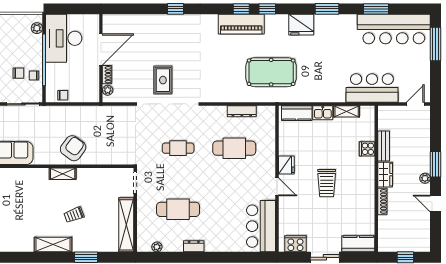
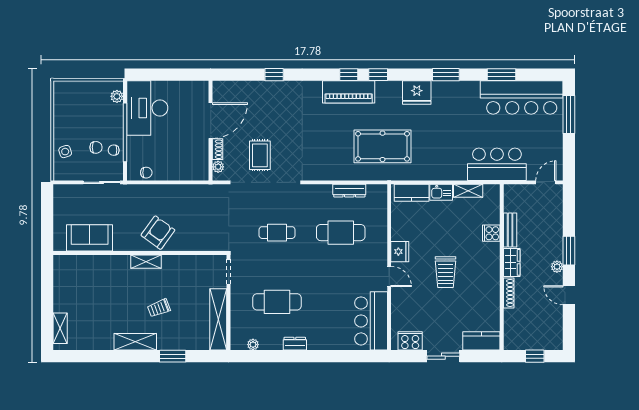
door: (101, 49) -> (211, 121), moved
wall: (101, 58) -> (211, 131), moved
shoe rack: (107, 75) -> (217, 149), moved
plant: (108, 90) -> (218, 167), moved

